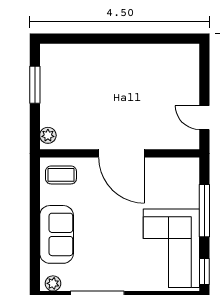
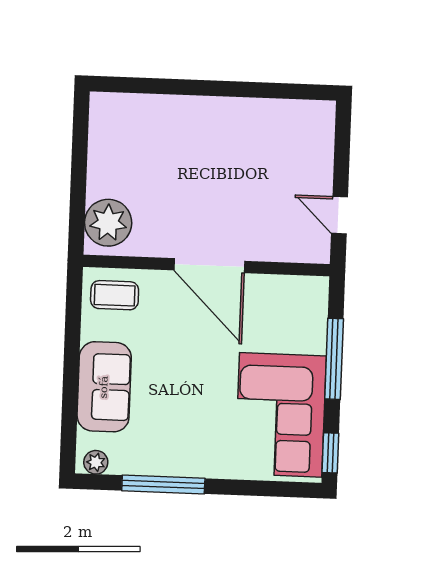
window: (35, 85) -> (79, 154), removed
plant: (48, 135) -> (108, 223), width x1.88, depth x1.88

